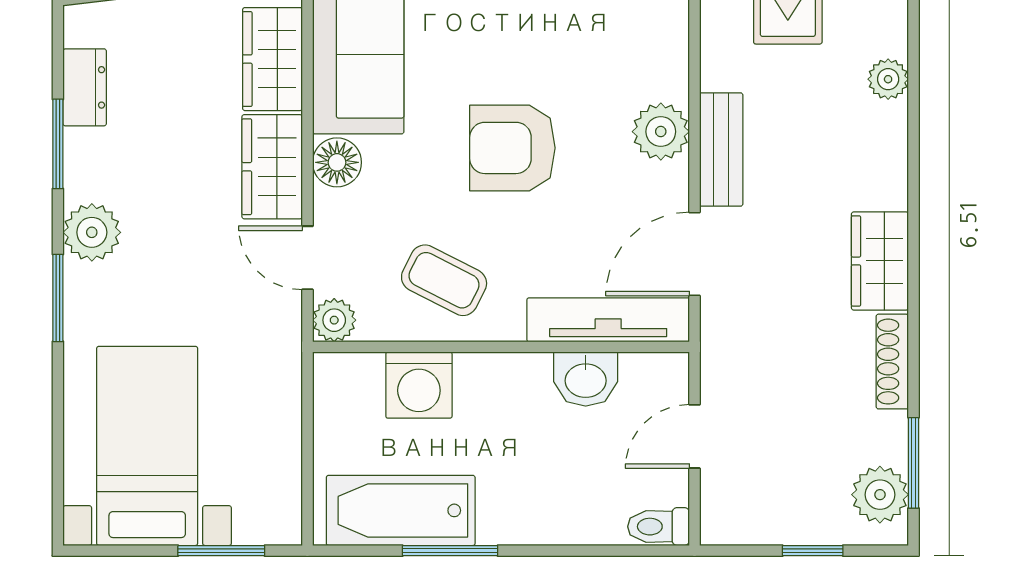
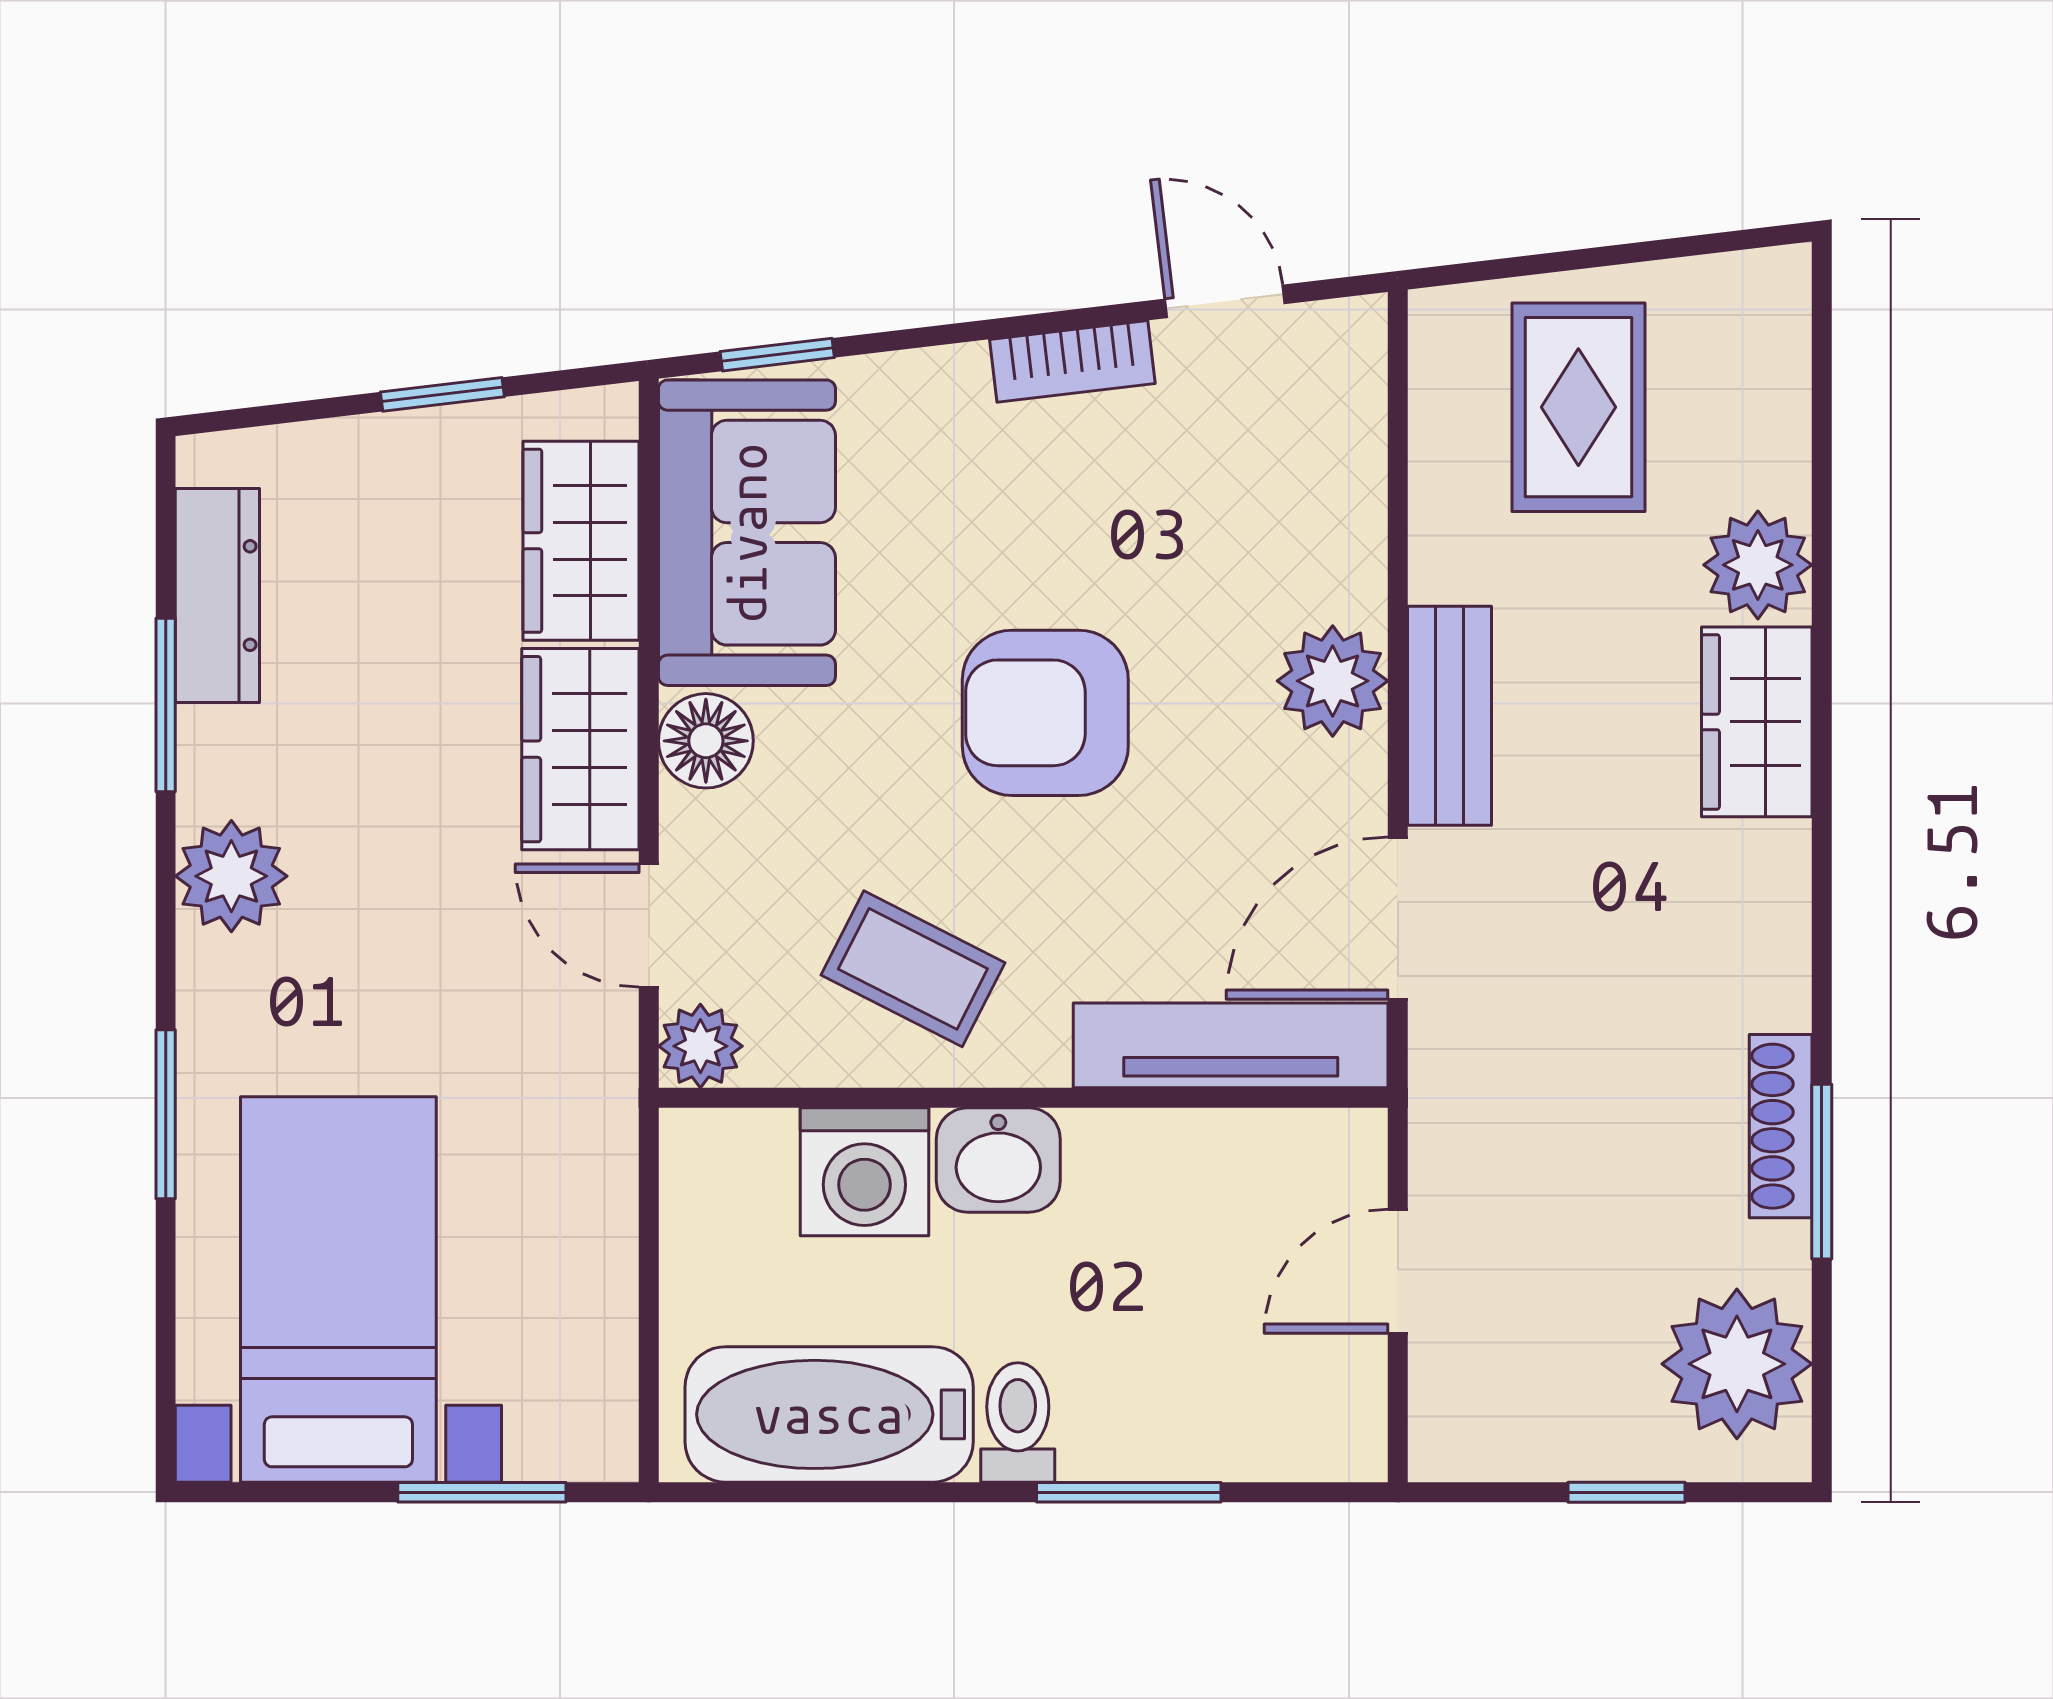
plant: (888, 79) -> (1758, 565), width x1.38, depth x1.38
dresser: (85, 87) -> (217, 596), width x1.44
wardrobe: (880, 261) -> (1757, 722), moved
window: (58, 298) -> (166, 1114), moved
washbasin: (586, 379) -> (998, 1160), moved
window: (914, 463) -> (1822, 1172), moved
plant: (880, 495) -> (1737, 1364), width x1.36, depth x1.36
toilet: (658, 527) -> (1018, 1422), moved, turned 90
window: (450, 551) -> (1129, 1492), moved

